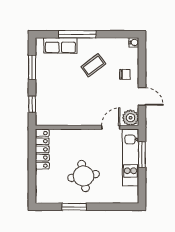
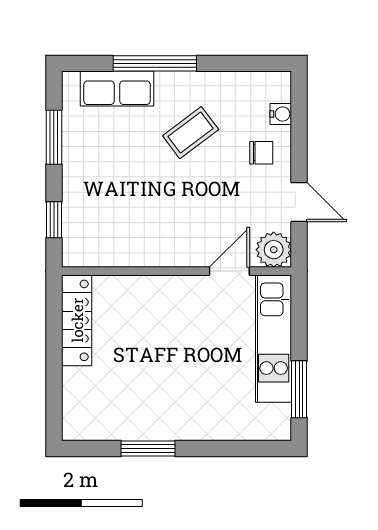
water cooler: (134, 42) -> (281, 114), moved
window: (142, 155) -> (299, 389), moved
round table: (84, 176) -> (169, 380), removed

